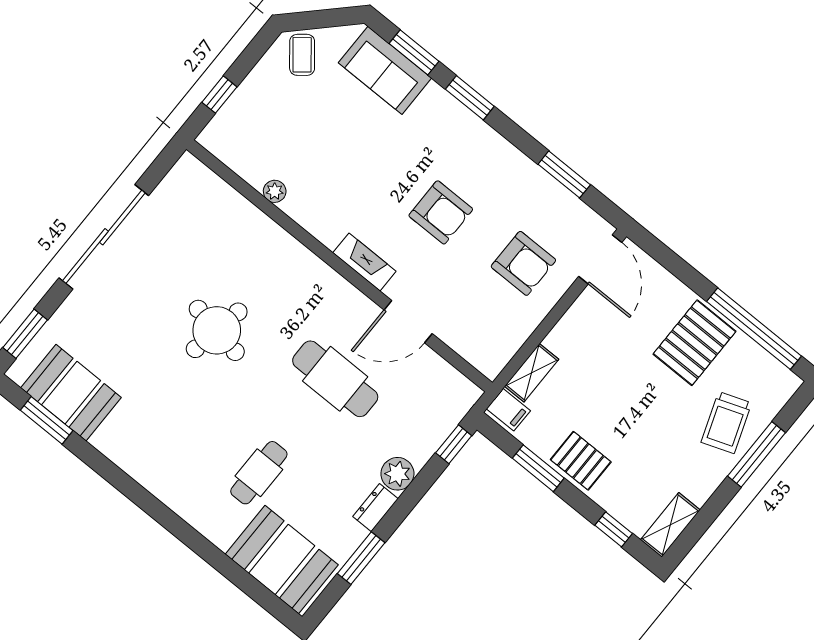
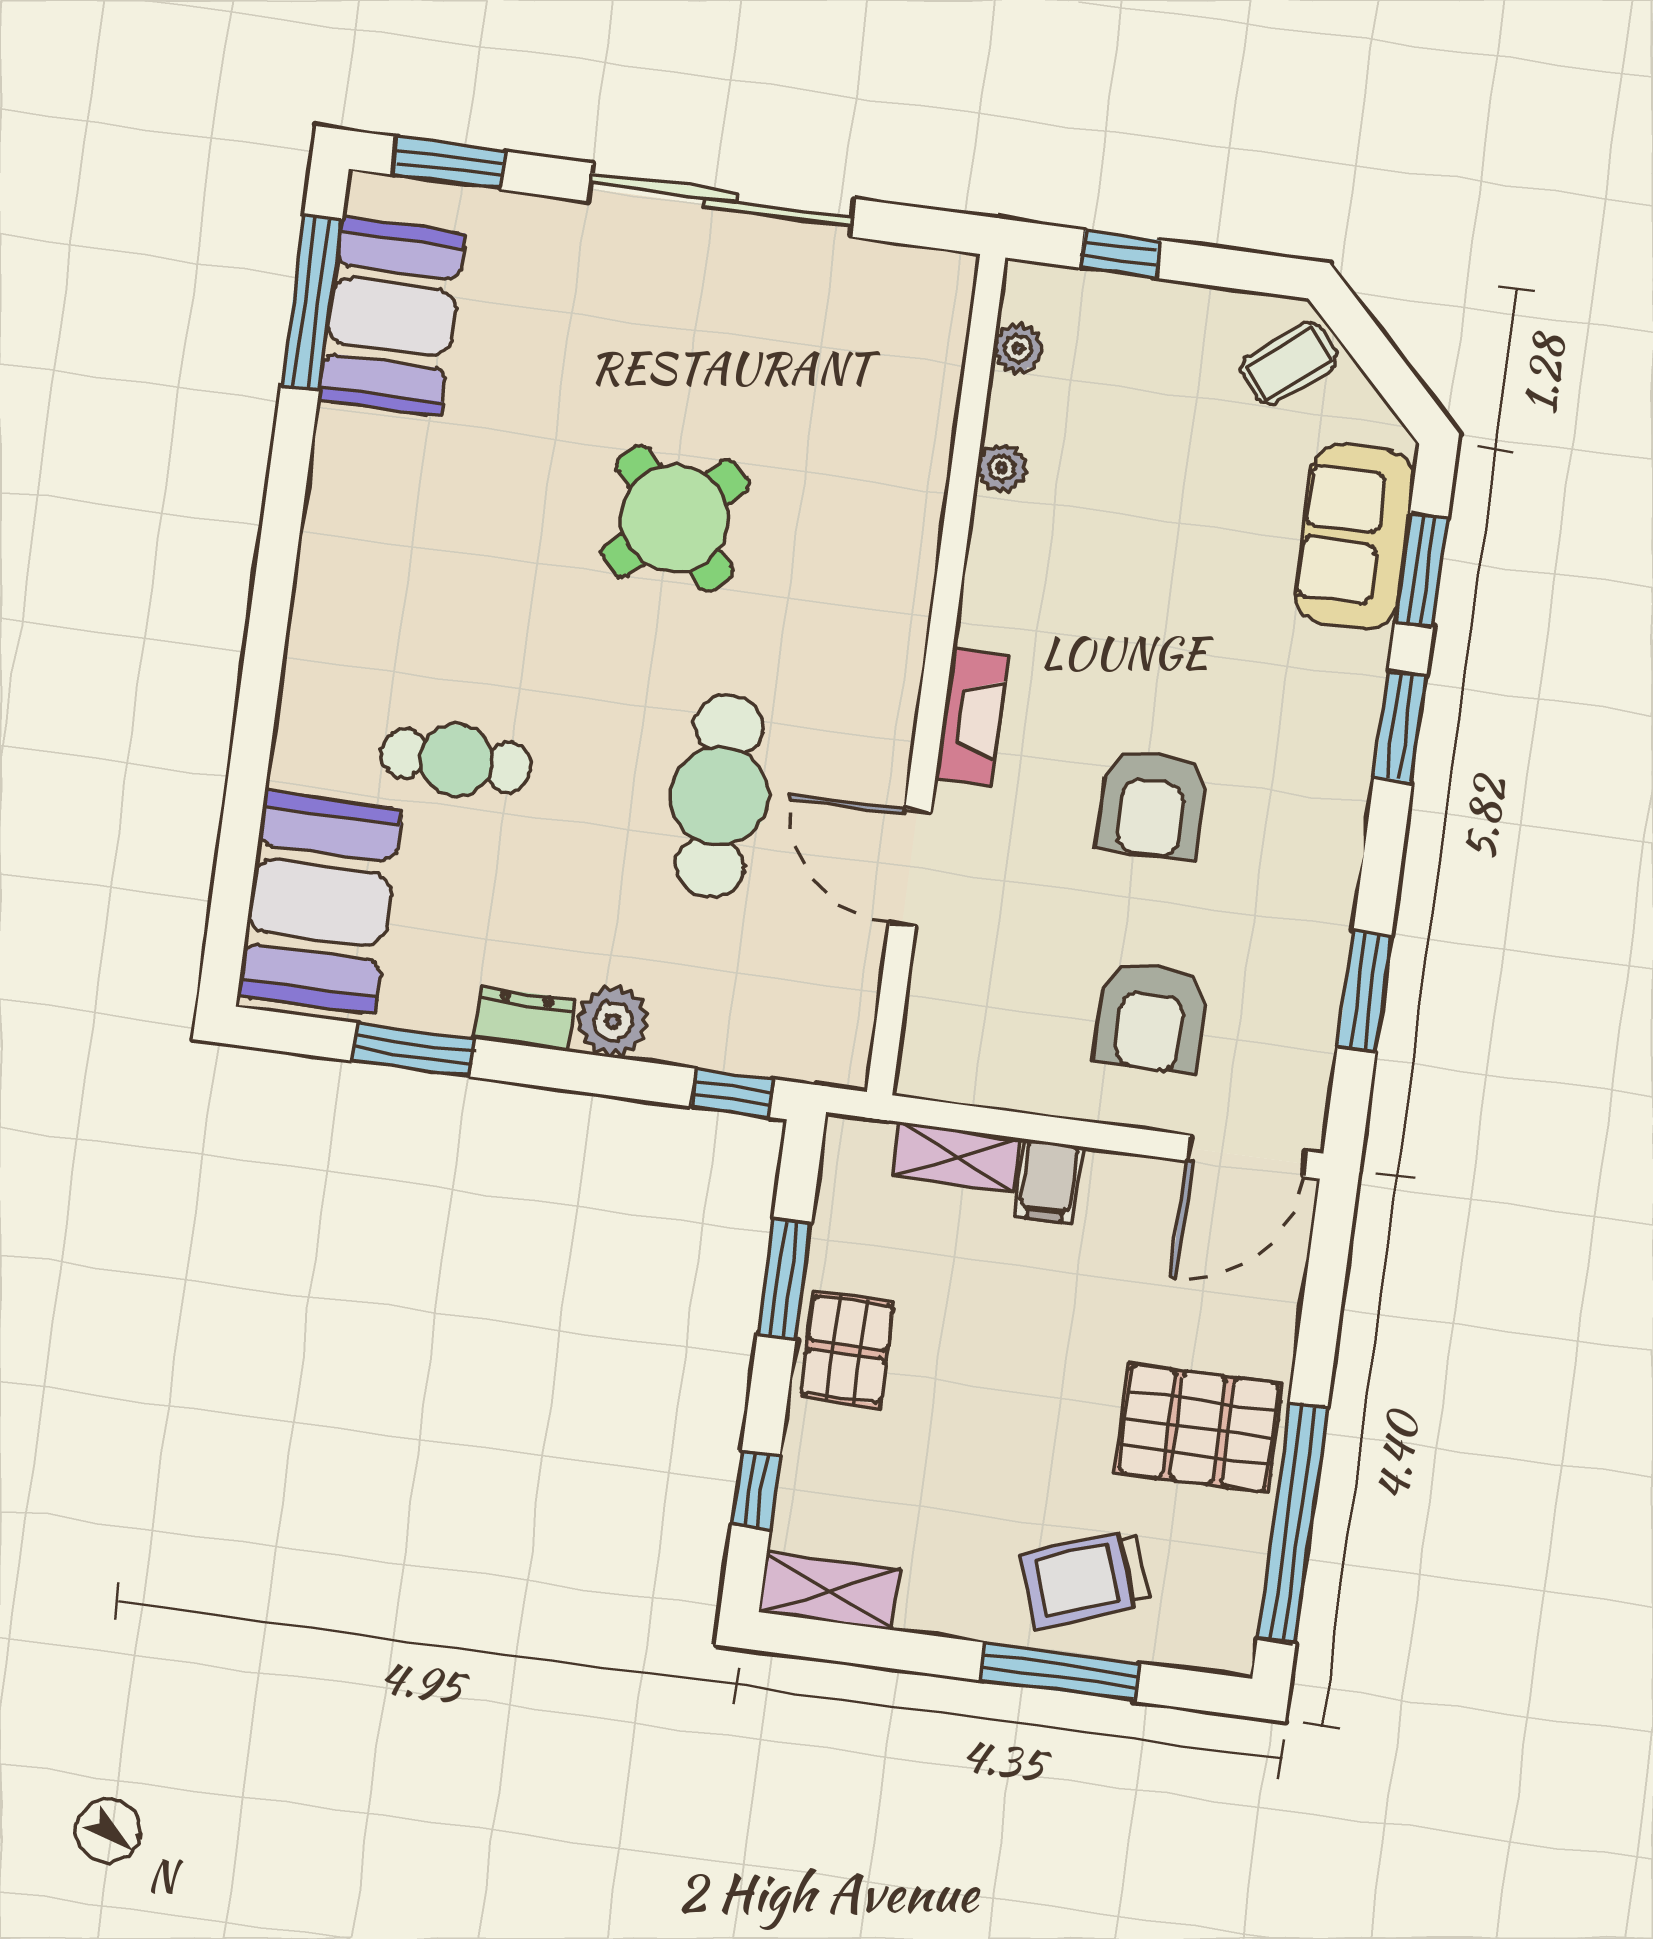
plant: (232, 157) -> (1018, 349), added
round table: (217, 330) -> (675, 519), turned 37
filing cabinet: (508, 410) -> (1048, 1181), moved
window: (47, 420) -> (312, 303), width x1.44

